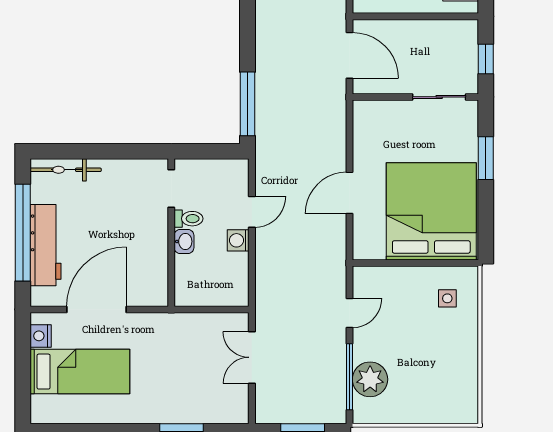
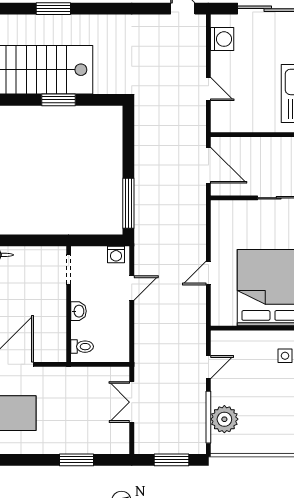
door: (350, 193) -> (208, 273), width x0.73
toilet: (189, 219) -> (82, 347), moved
washing machine: (238, 240) -> (116, 255), moved, turned -90

